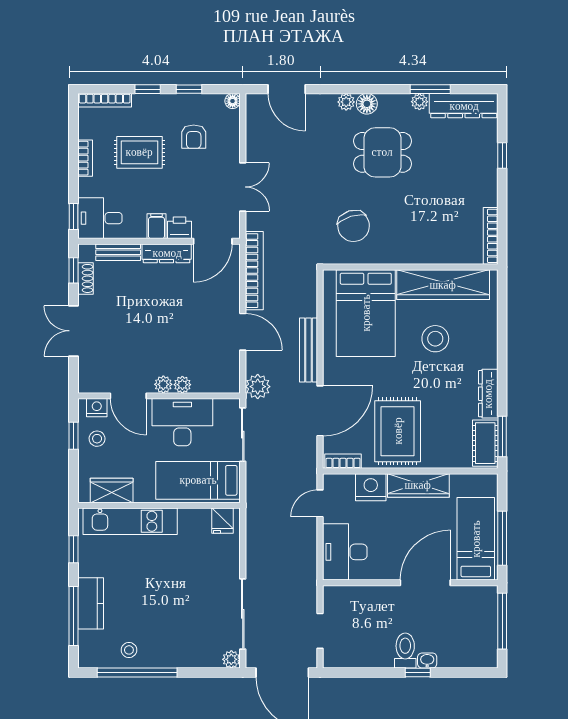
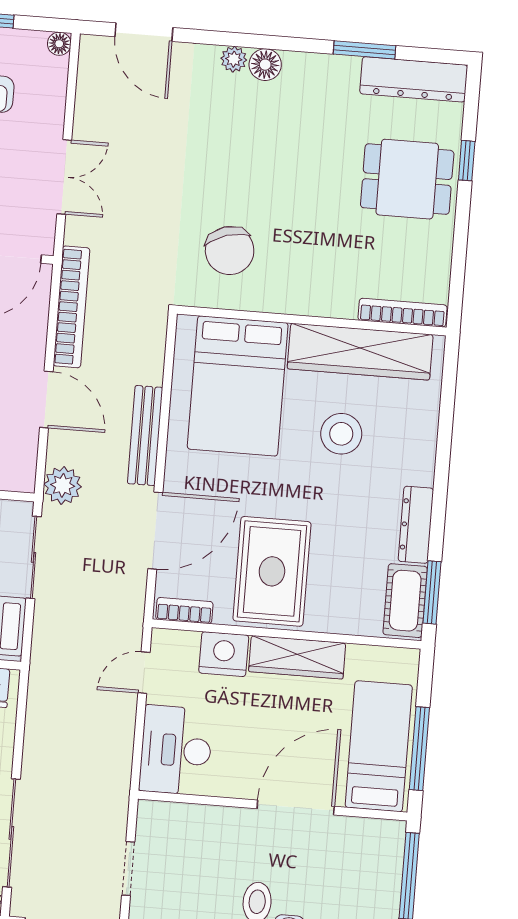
plant: (419, 102) -> (346, 68), removed
dining table: (382, 152) -> (407, 179), moved
bookcase: (491, 236) -> (403, 313), moved, turned 90

